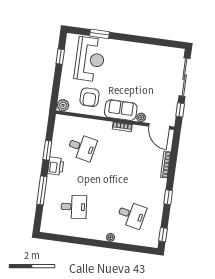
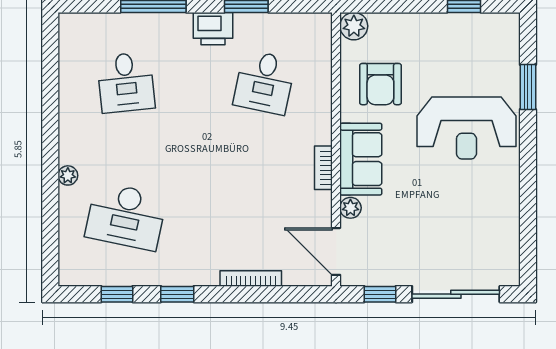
reception desk: (90, 59) -> (466, 128), moved
armchair: (90, 97) -> (380, 84), turned -90
door: (159, 126) -> (336, 251), hinge flipped
desk: (131, 215) -> (126, 216), width x1.37
window: (163, 235) -> (117, 294), moved

